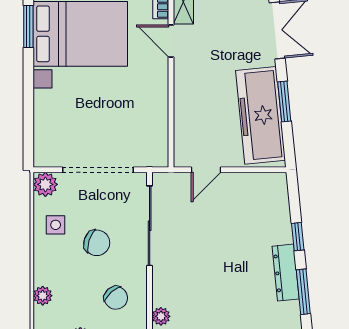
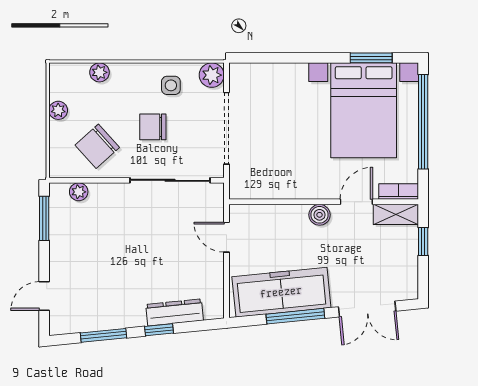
boiler: (184, 78) -> (319, 215), added
window: (284, 101) -> (295, 316), width x1.44
chair: (97, 243) -> (153, 127), turned 72
dresser: (286, 273) -> (175, 312), moved
chair: (116, 298) -> (97, 146), width x1.37, depth x1.37

